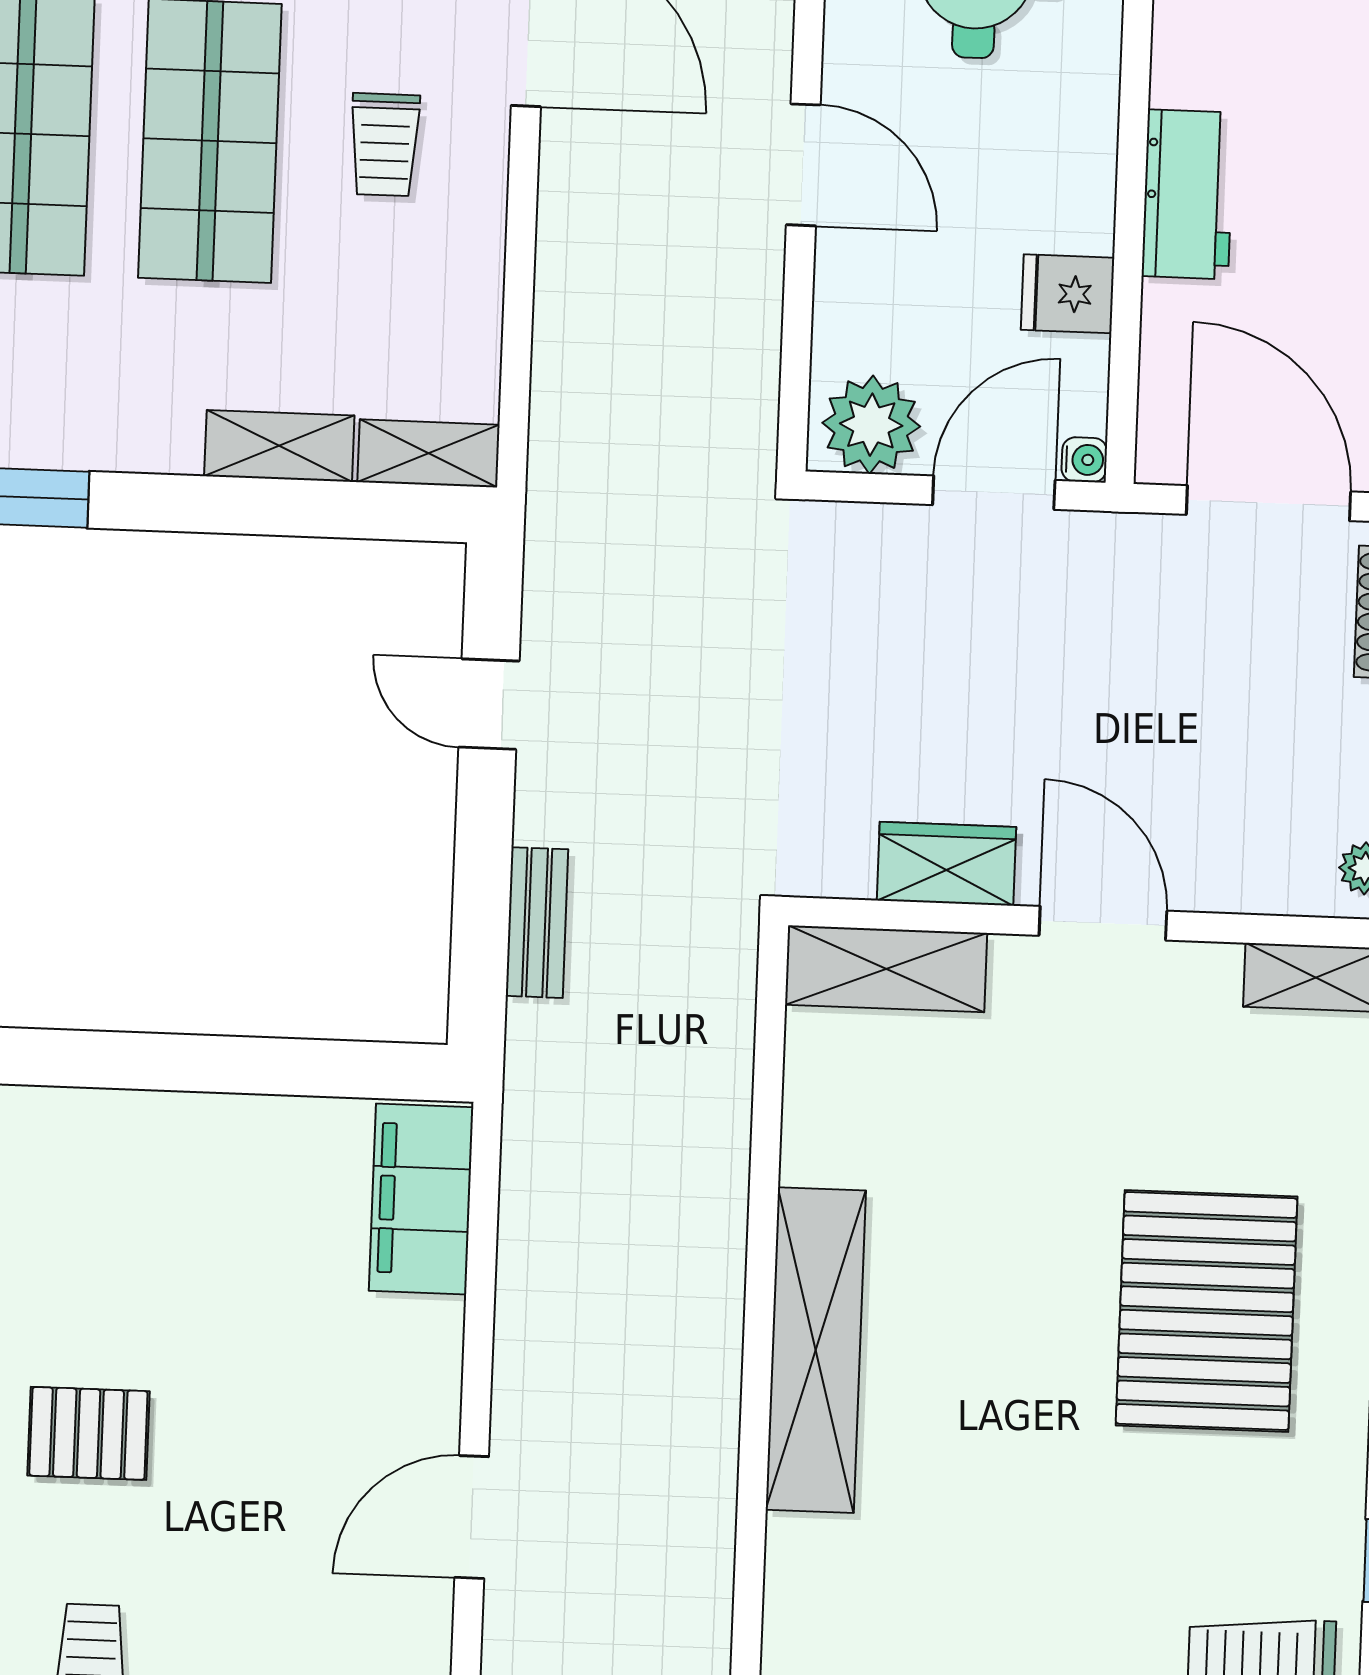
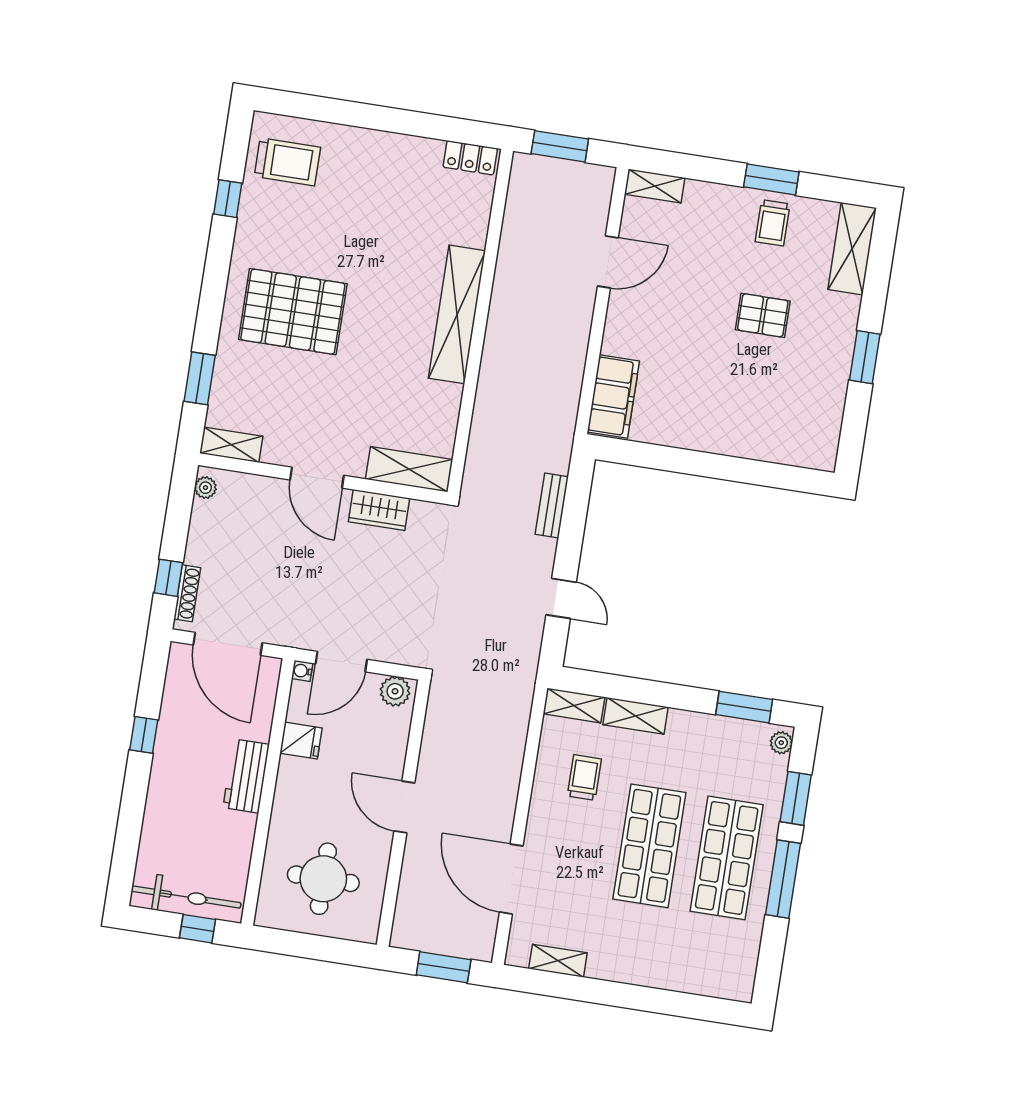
trolley: (385, 145) -> (584, 778), moved
plant: (871, 425) -> (395, 691), width x0.73, depth x0.73
pallet: (1207, 1311) -> (293, 312), turned 90

